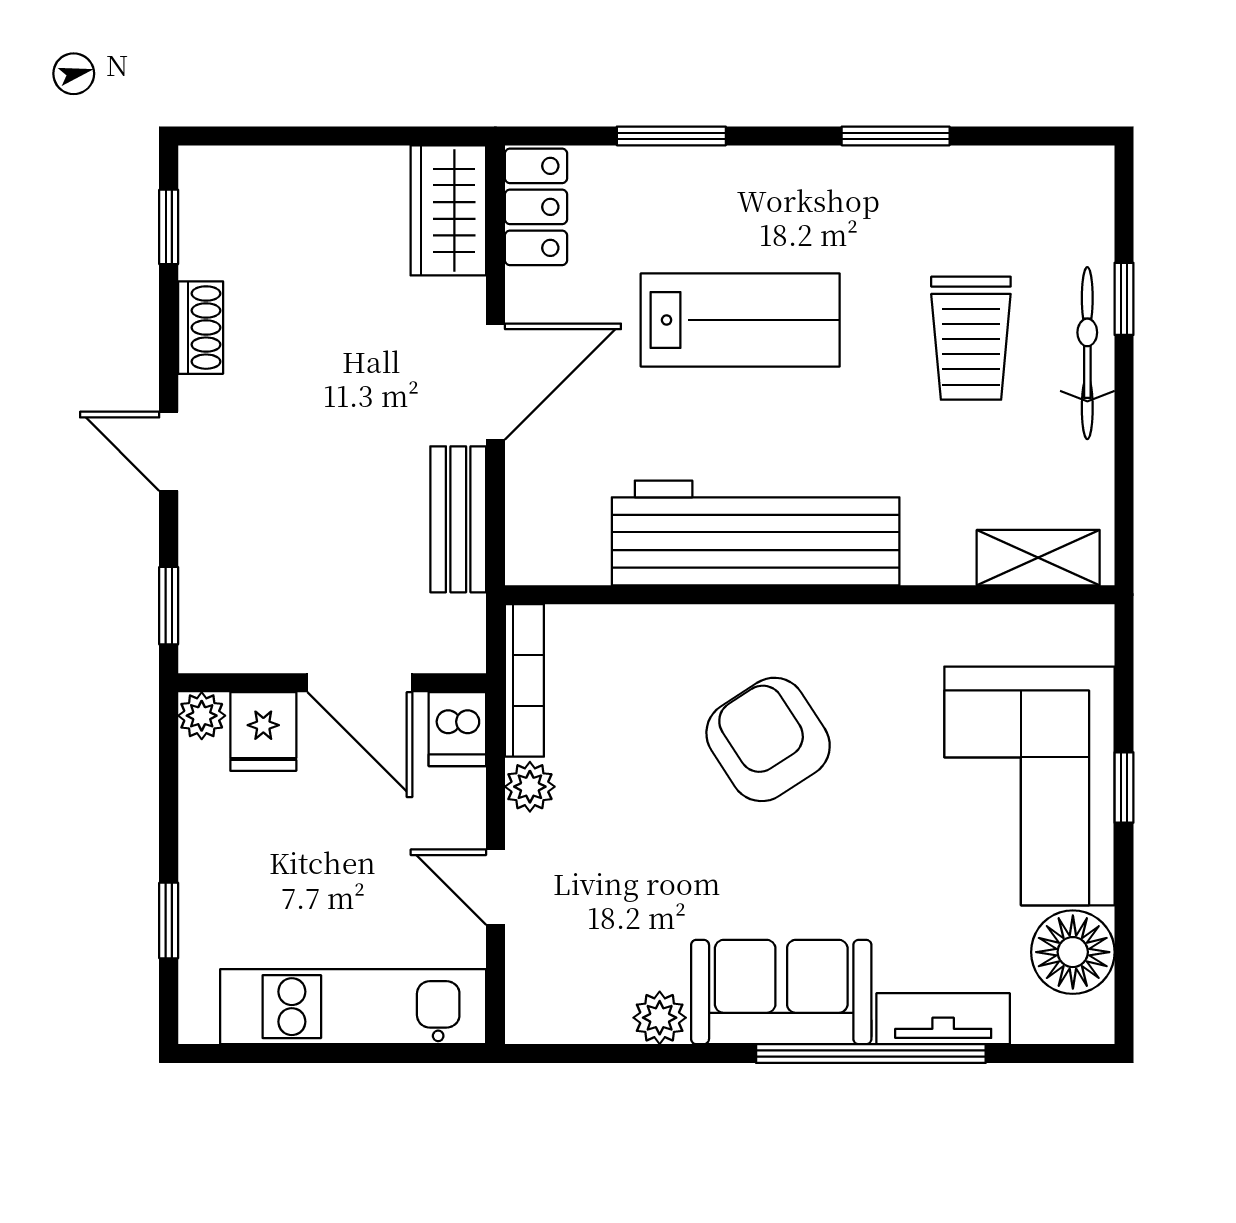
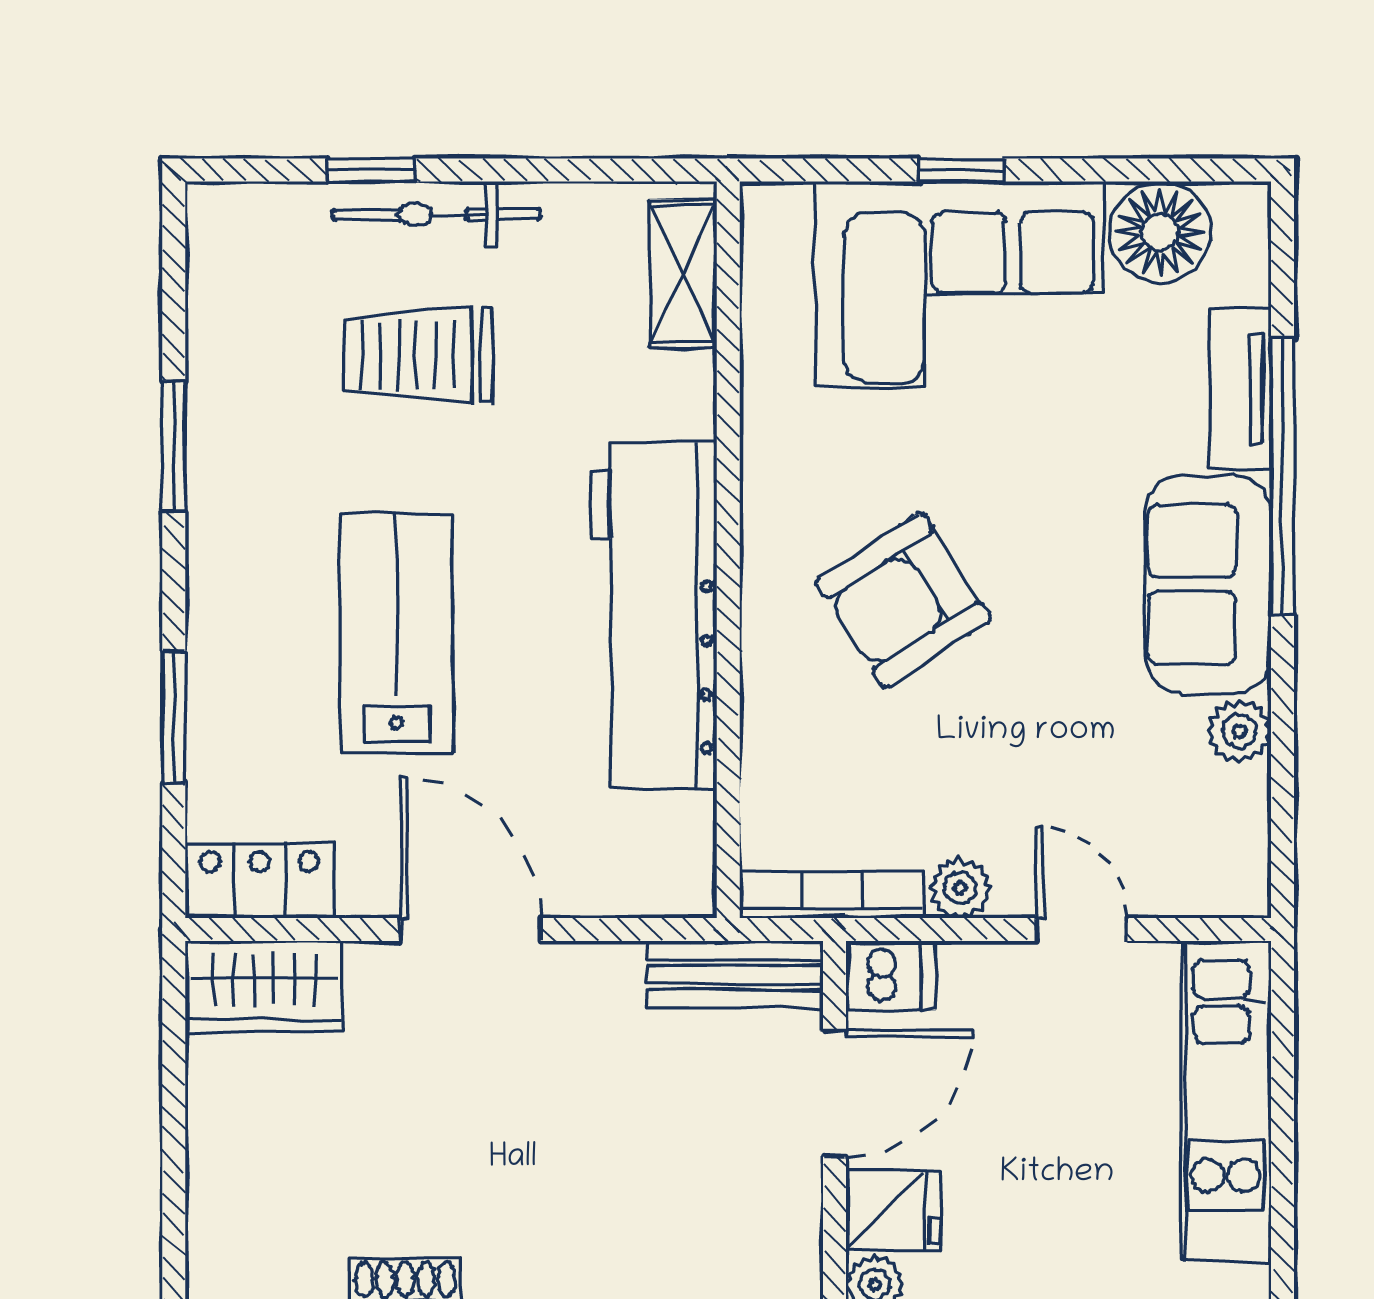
trolley: (971, 338) -> (418, 355), turned 180
bench: (458, 519) -> (735, 975), moved
door: (495, 887) -> (1082, 929), swing flipped

